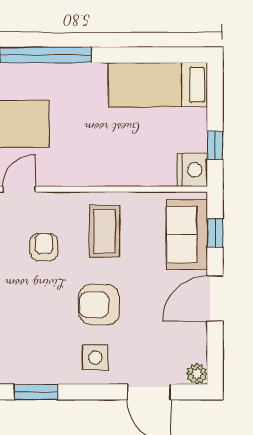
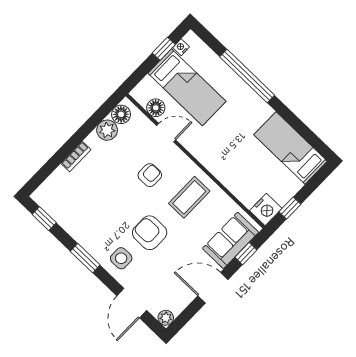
window: (36, 392) -> (85, 258), moved

